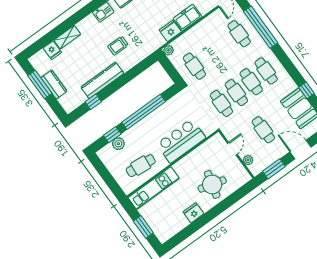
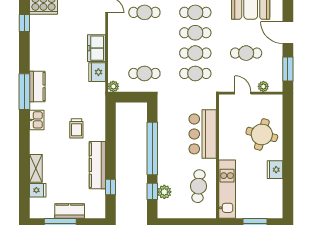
door: (301, 149) -> (288, 33), hinge flipped

